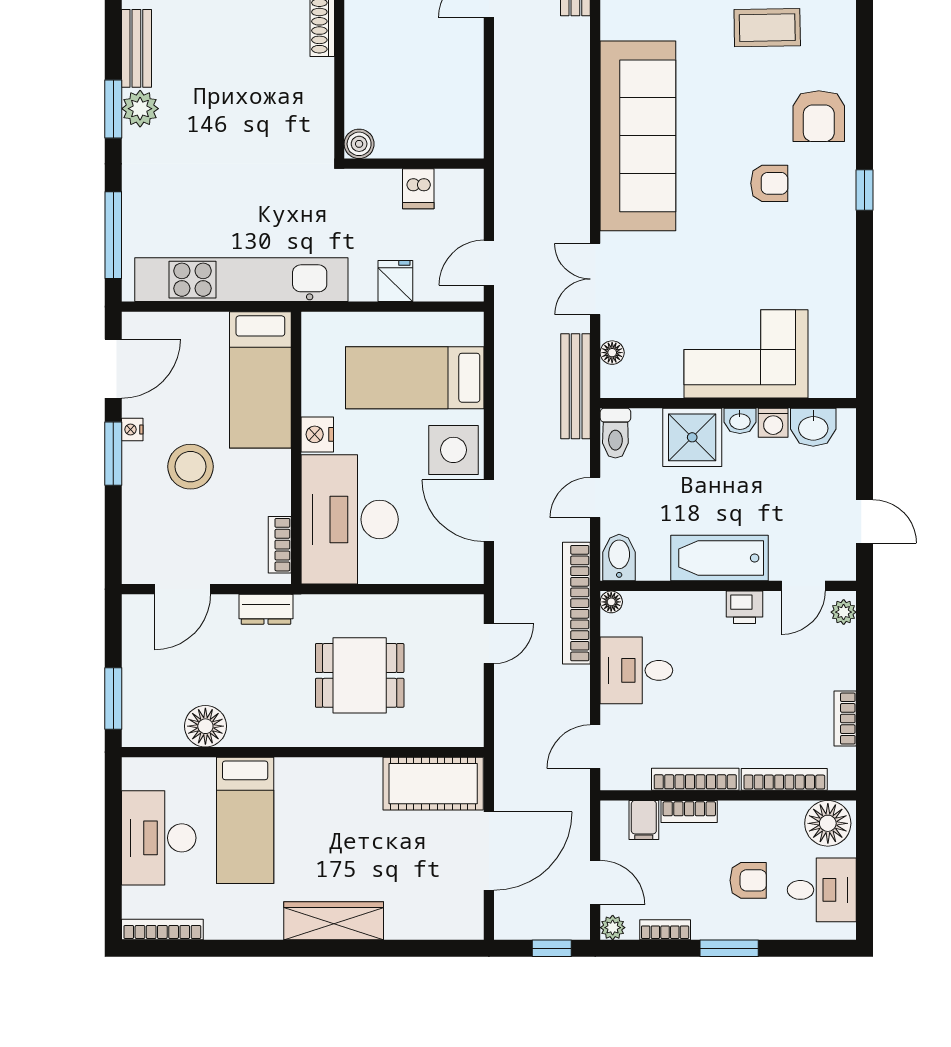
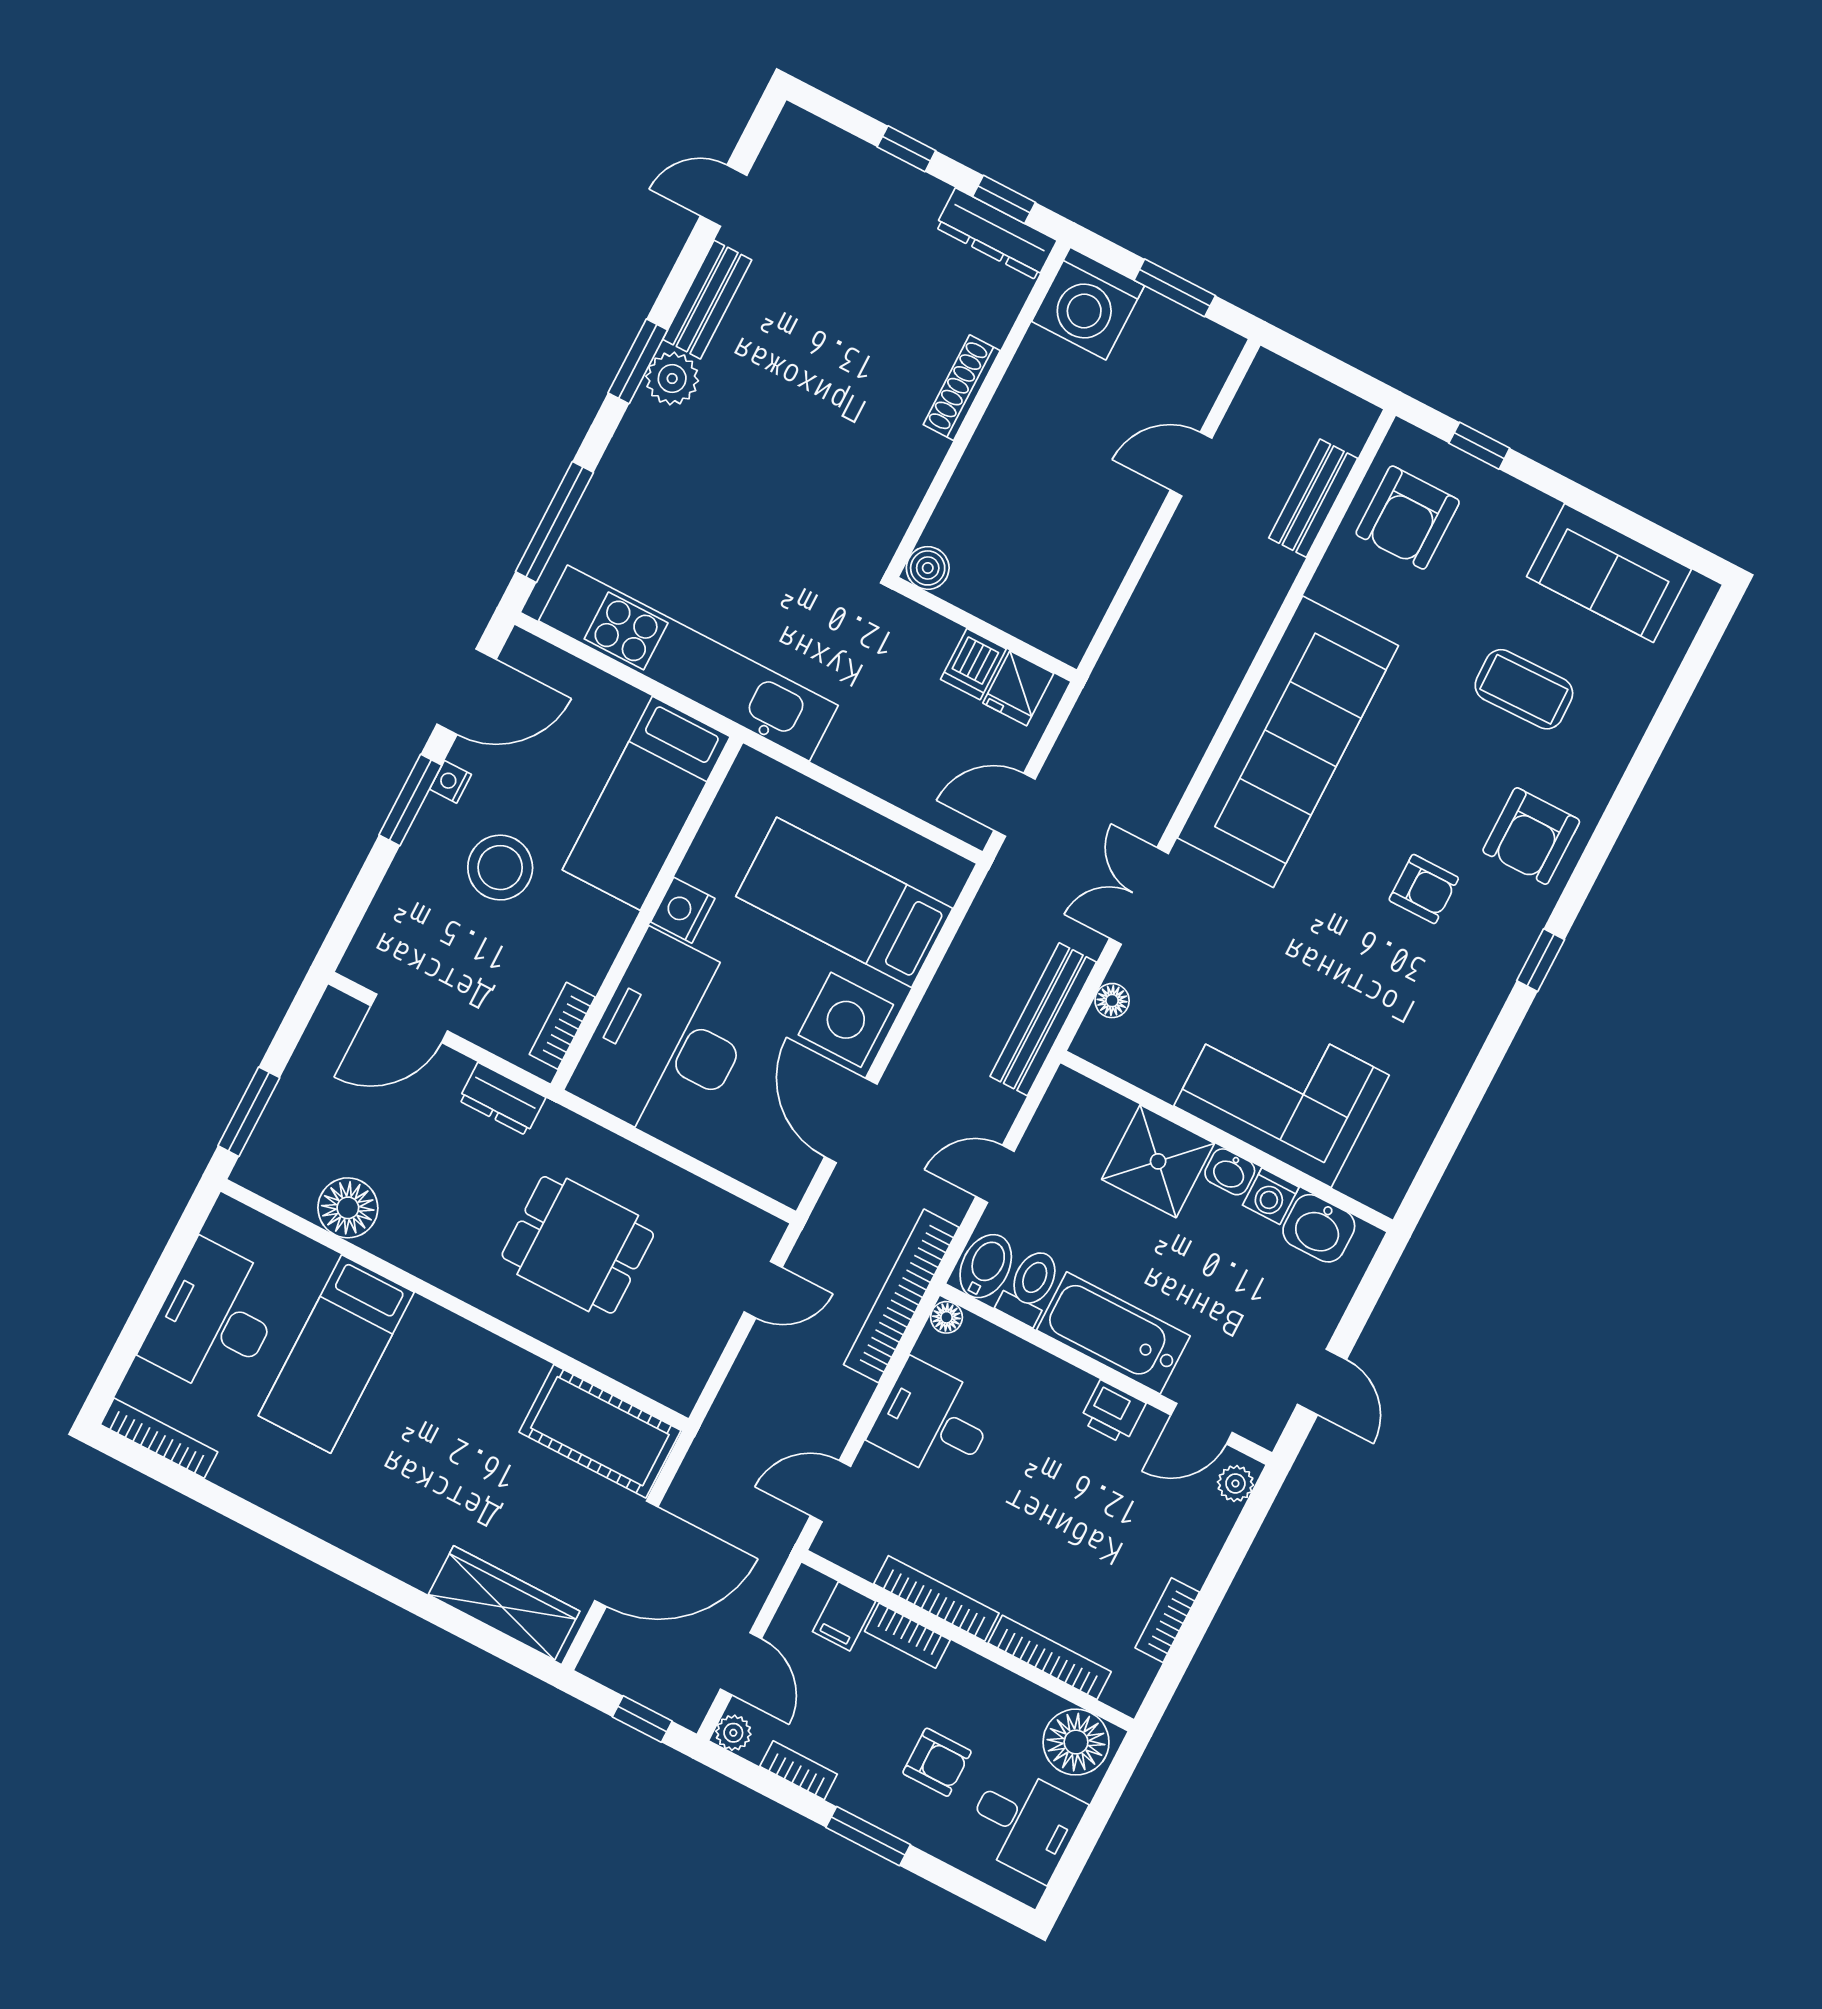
fridge: (395, 281) -> (1018, 688), moved, turned 180
toilet: (615, 433) -> (1030, 1286), moved, turned 180
wardrobe: (334, 921) -> (504, 1603), moved

